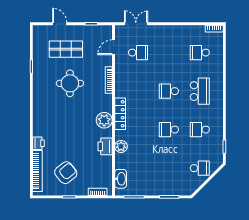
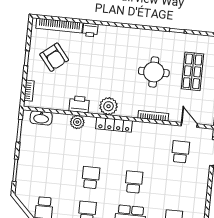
school desk: (138, 53) -> (180, 152), turned 180

